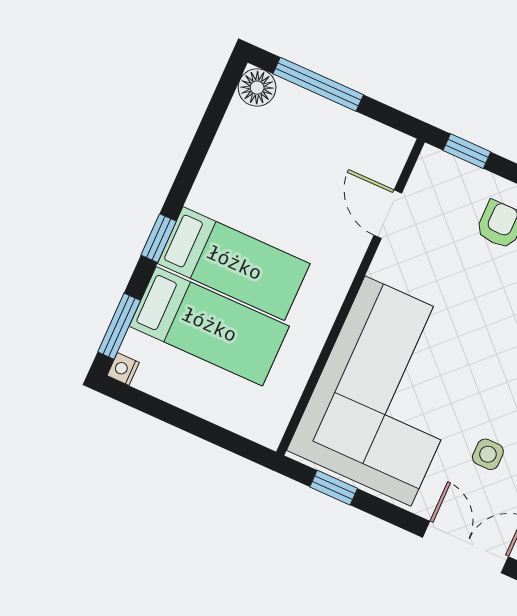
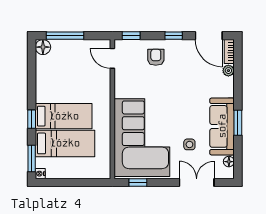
door: (388, 214) -> (112, 58), moved

